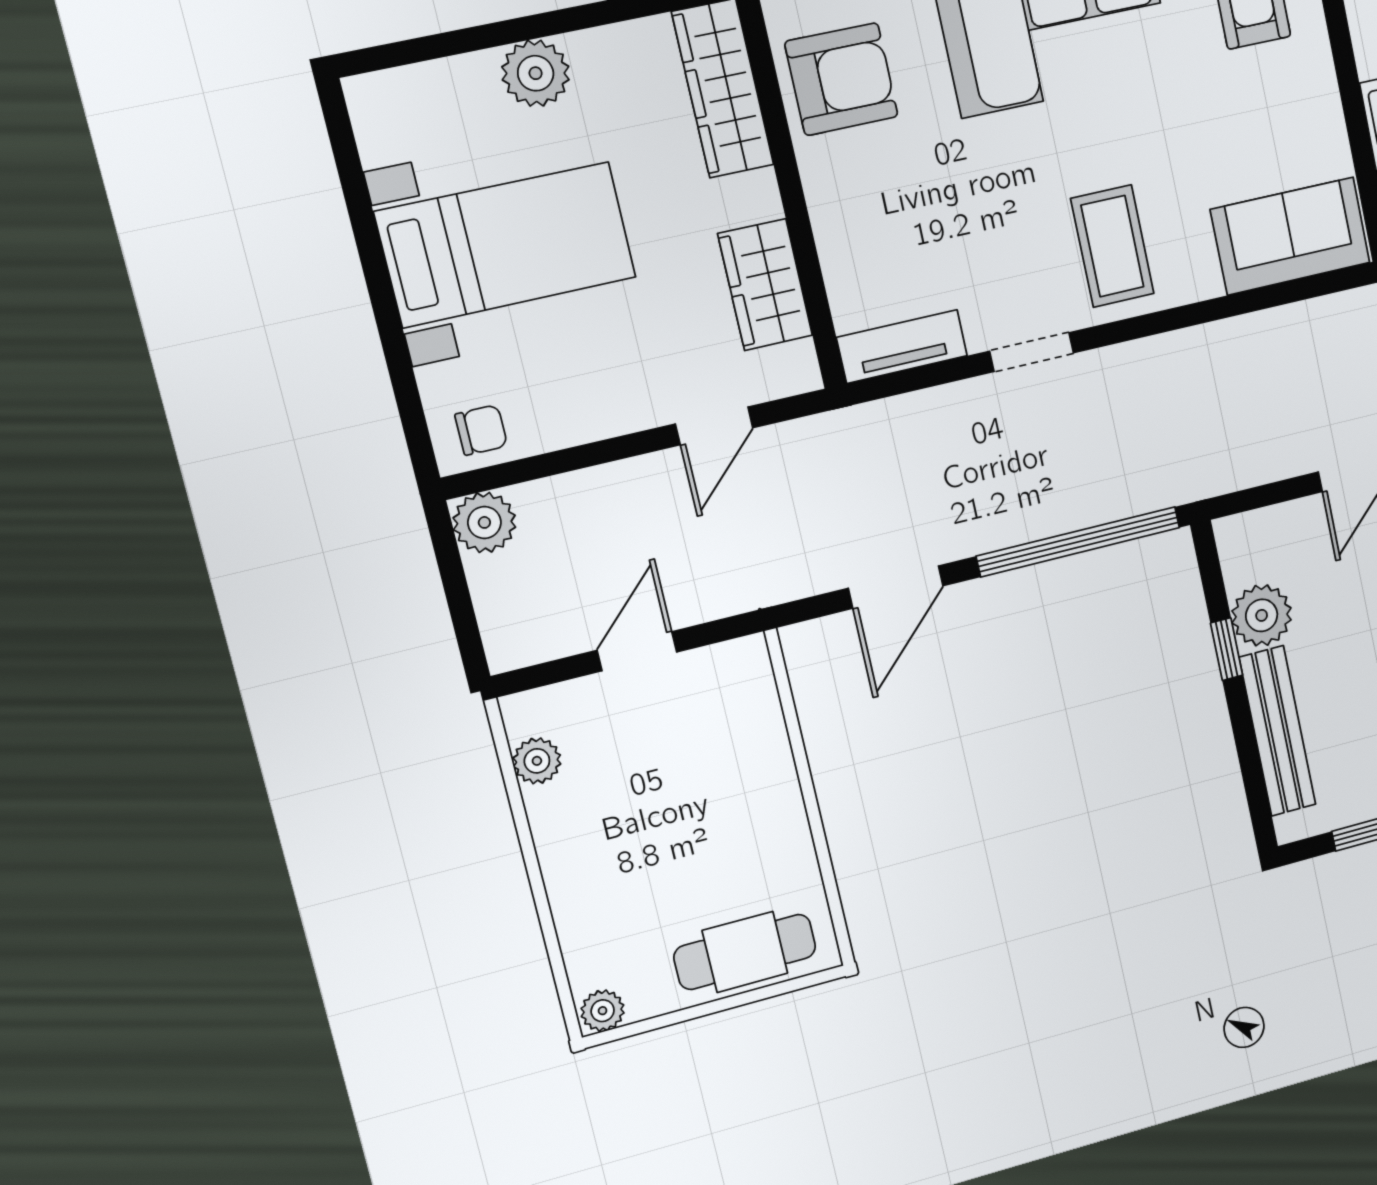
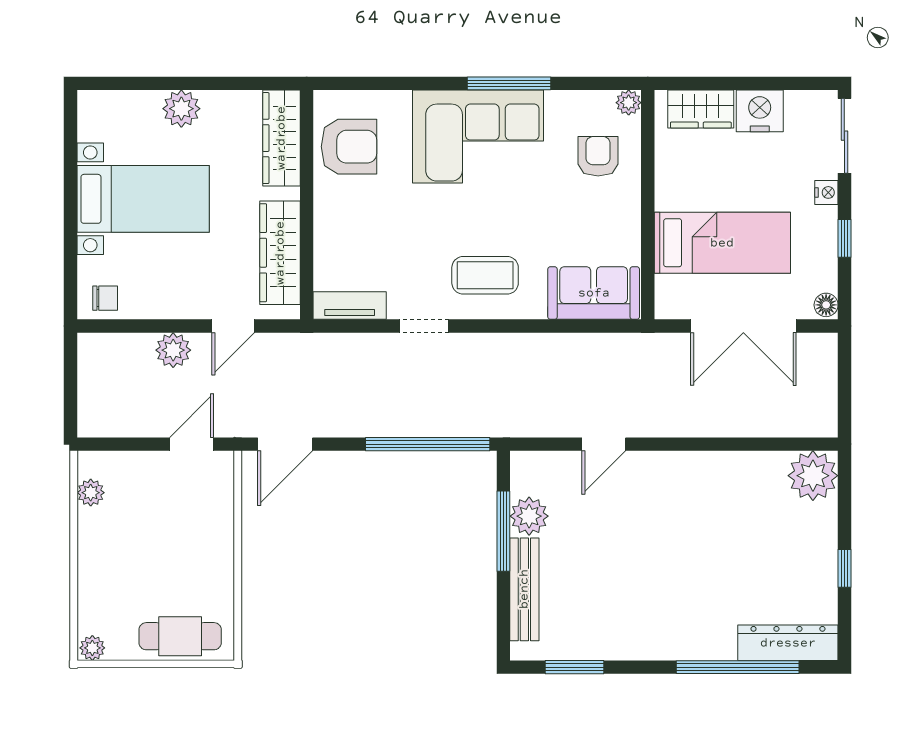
coffee table: (1112, 246) -> (485, 275), turned 90
wardrobe: (765, 285) -> (280, 253), width x1.50
plant: (484, 522) -> (173, 350), moved
door: (896, 587) -> (285, 444), moved
window: (1227, 649) -> (503, 531), width x2.17
door: (637, 651) -> (192, 444), moved

